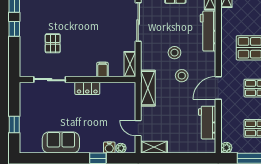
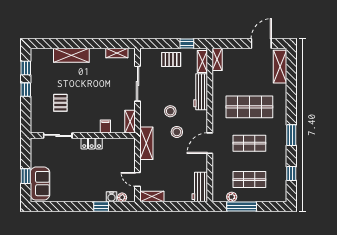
workbench: (207, 123) -> (200, 187), moved
sofa: (61, 143) -> (40, 184), moved, turned 90
plant: (226, 148) -> (232, 197), moved

